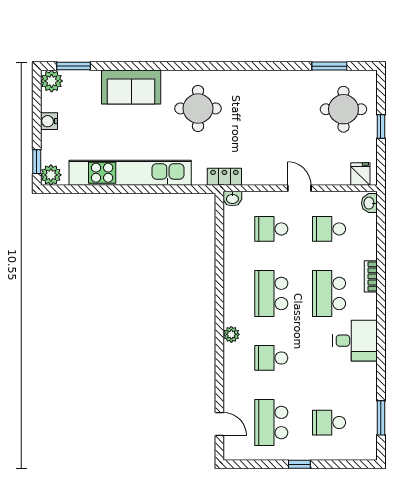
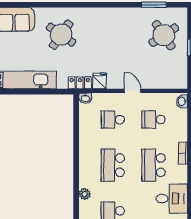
round table: (198, 108) -> (61, 35), turned 35
round table: (343, 109) -> (164, 35), turned -34
fridge: (360, 174) -> (100, 81), moved

